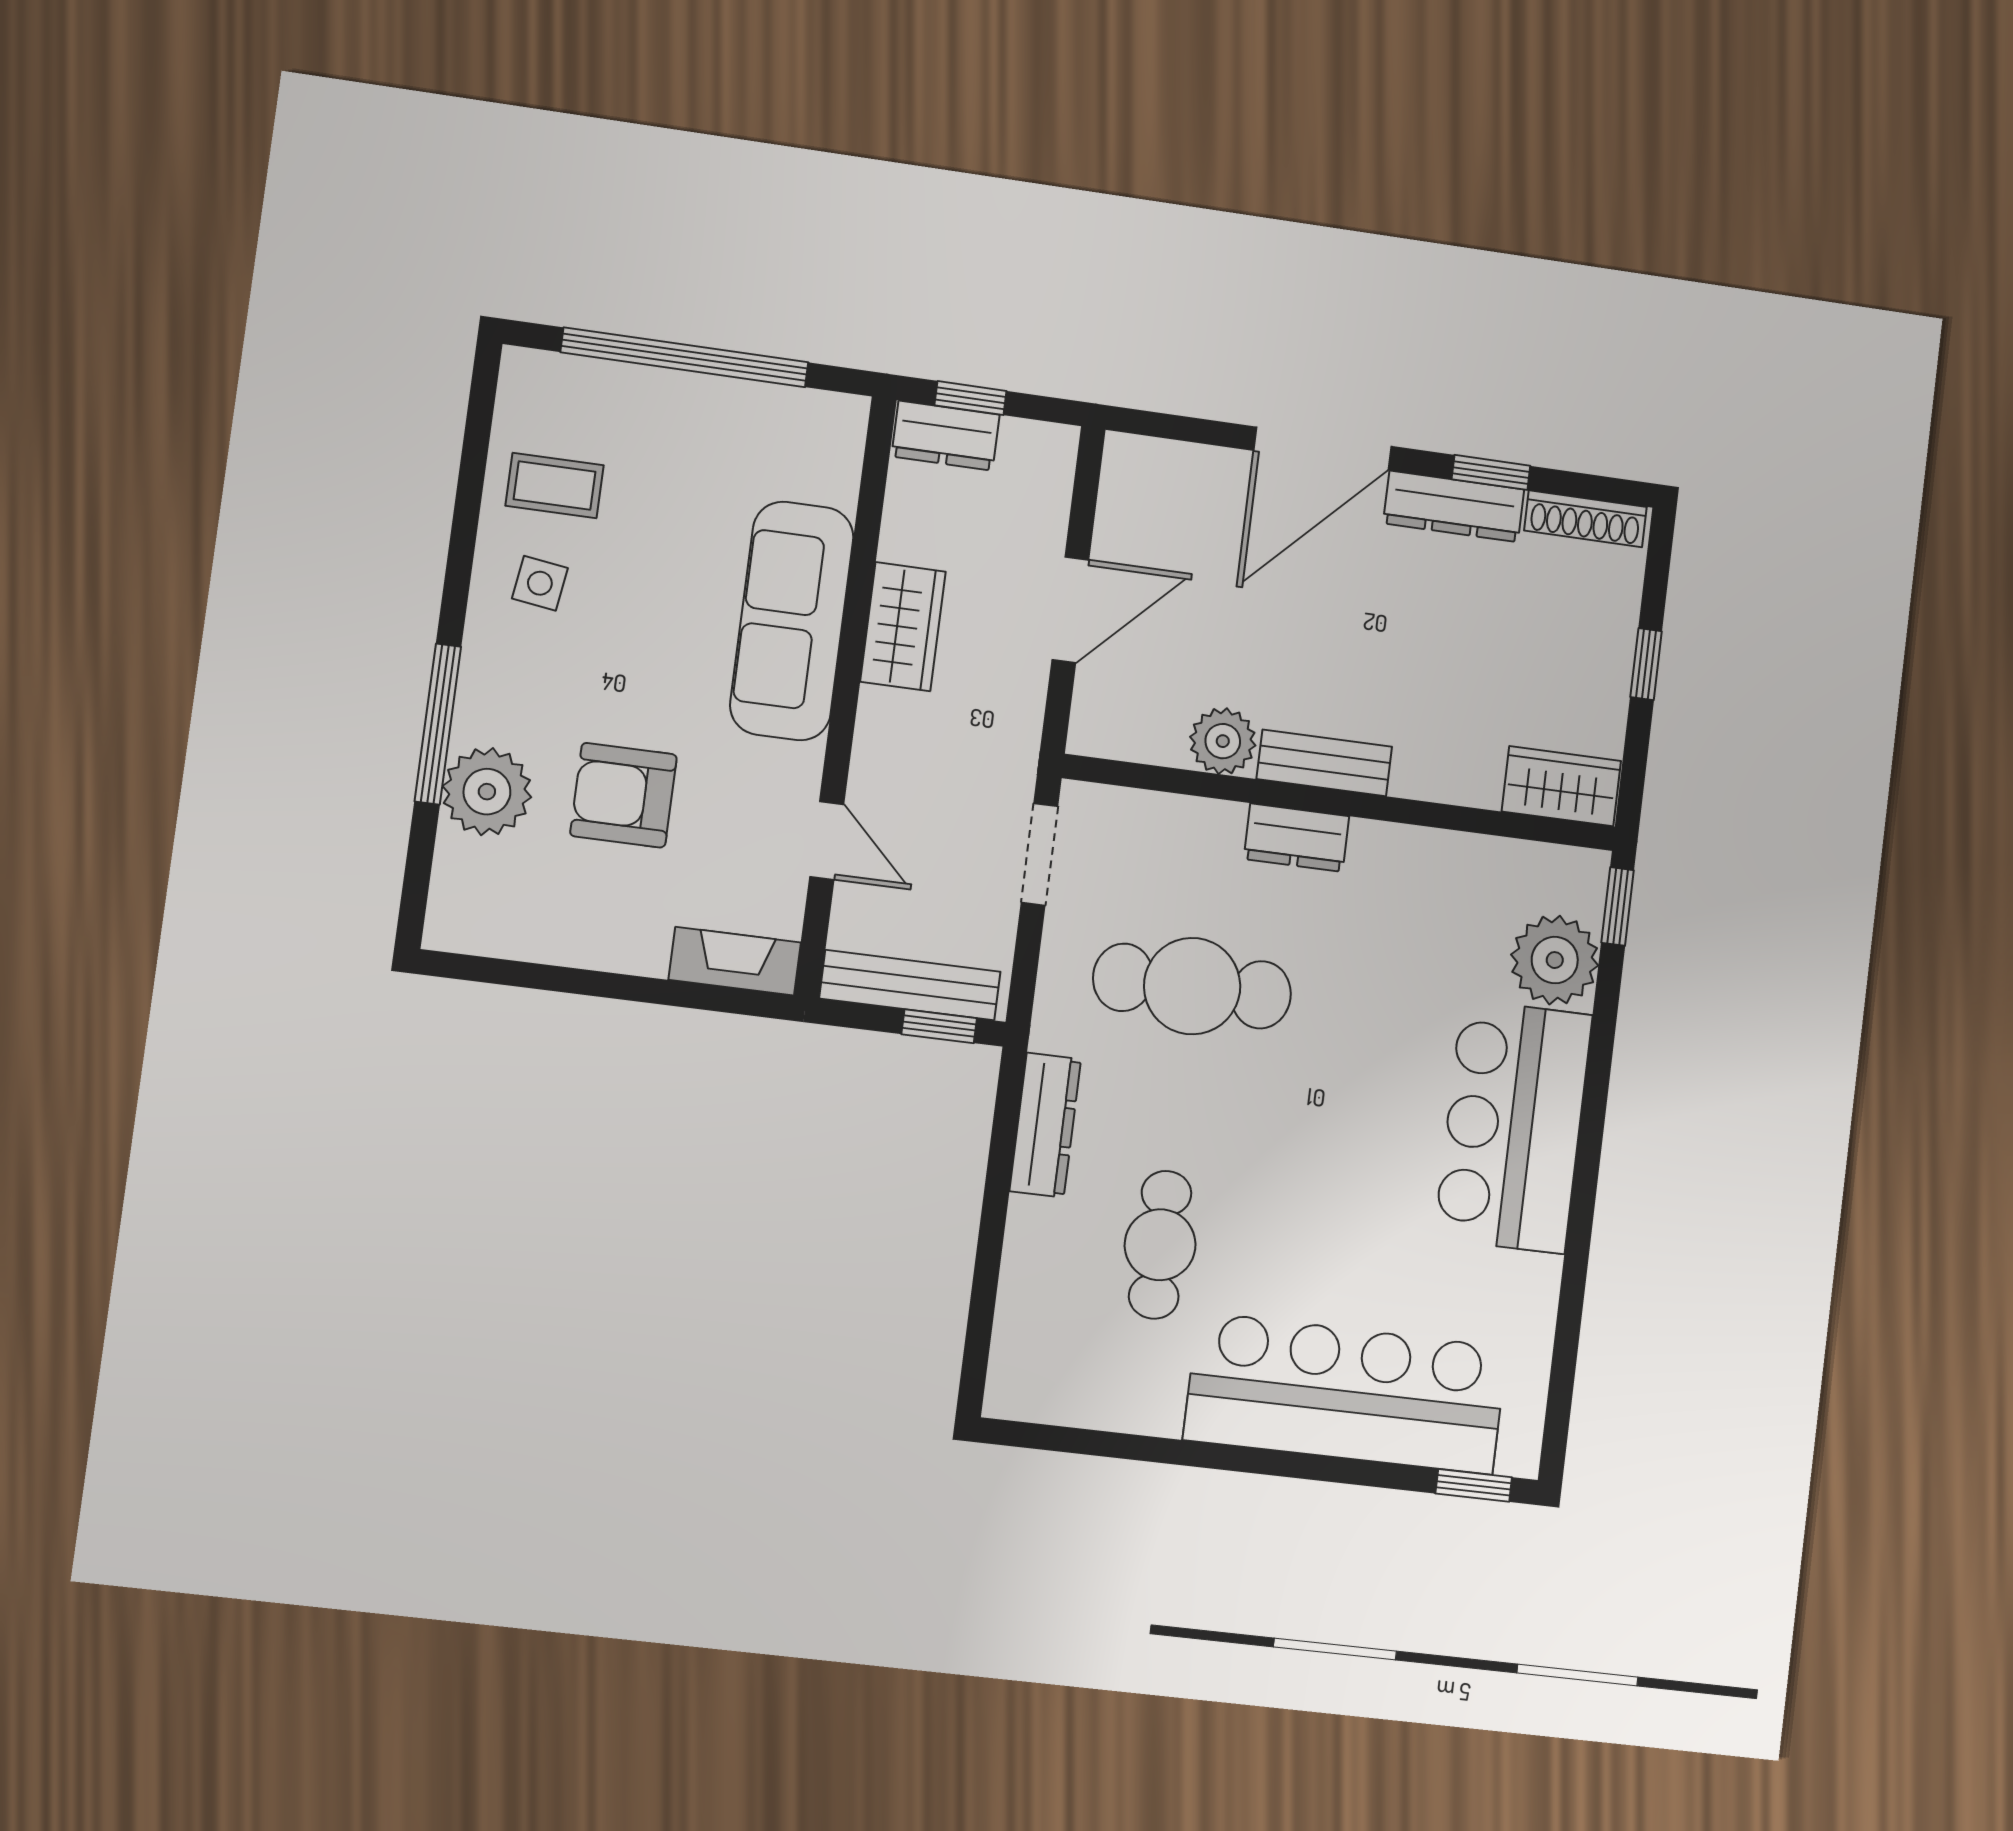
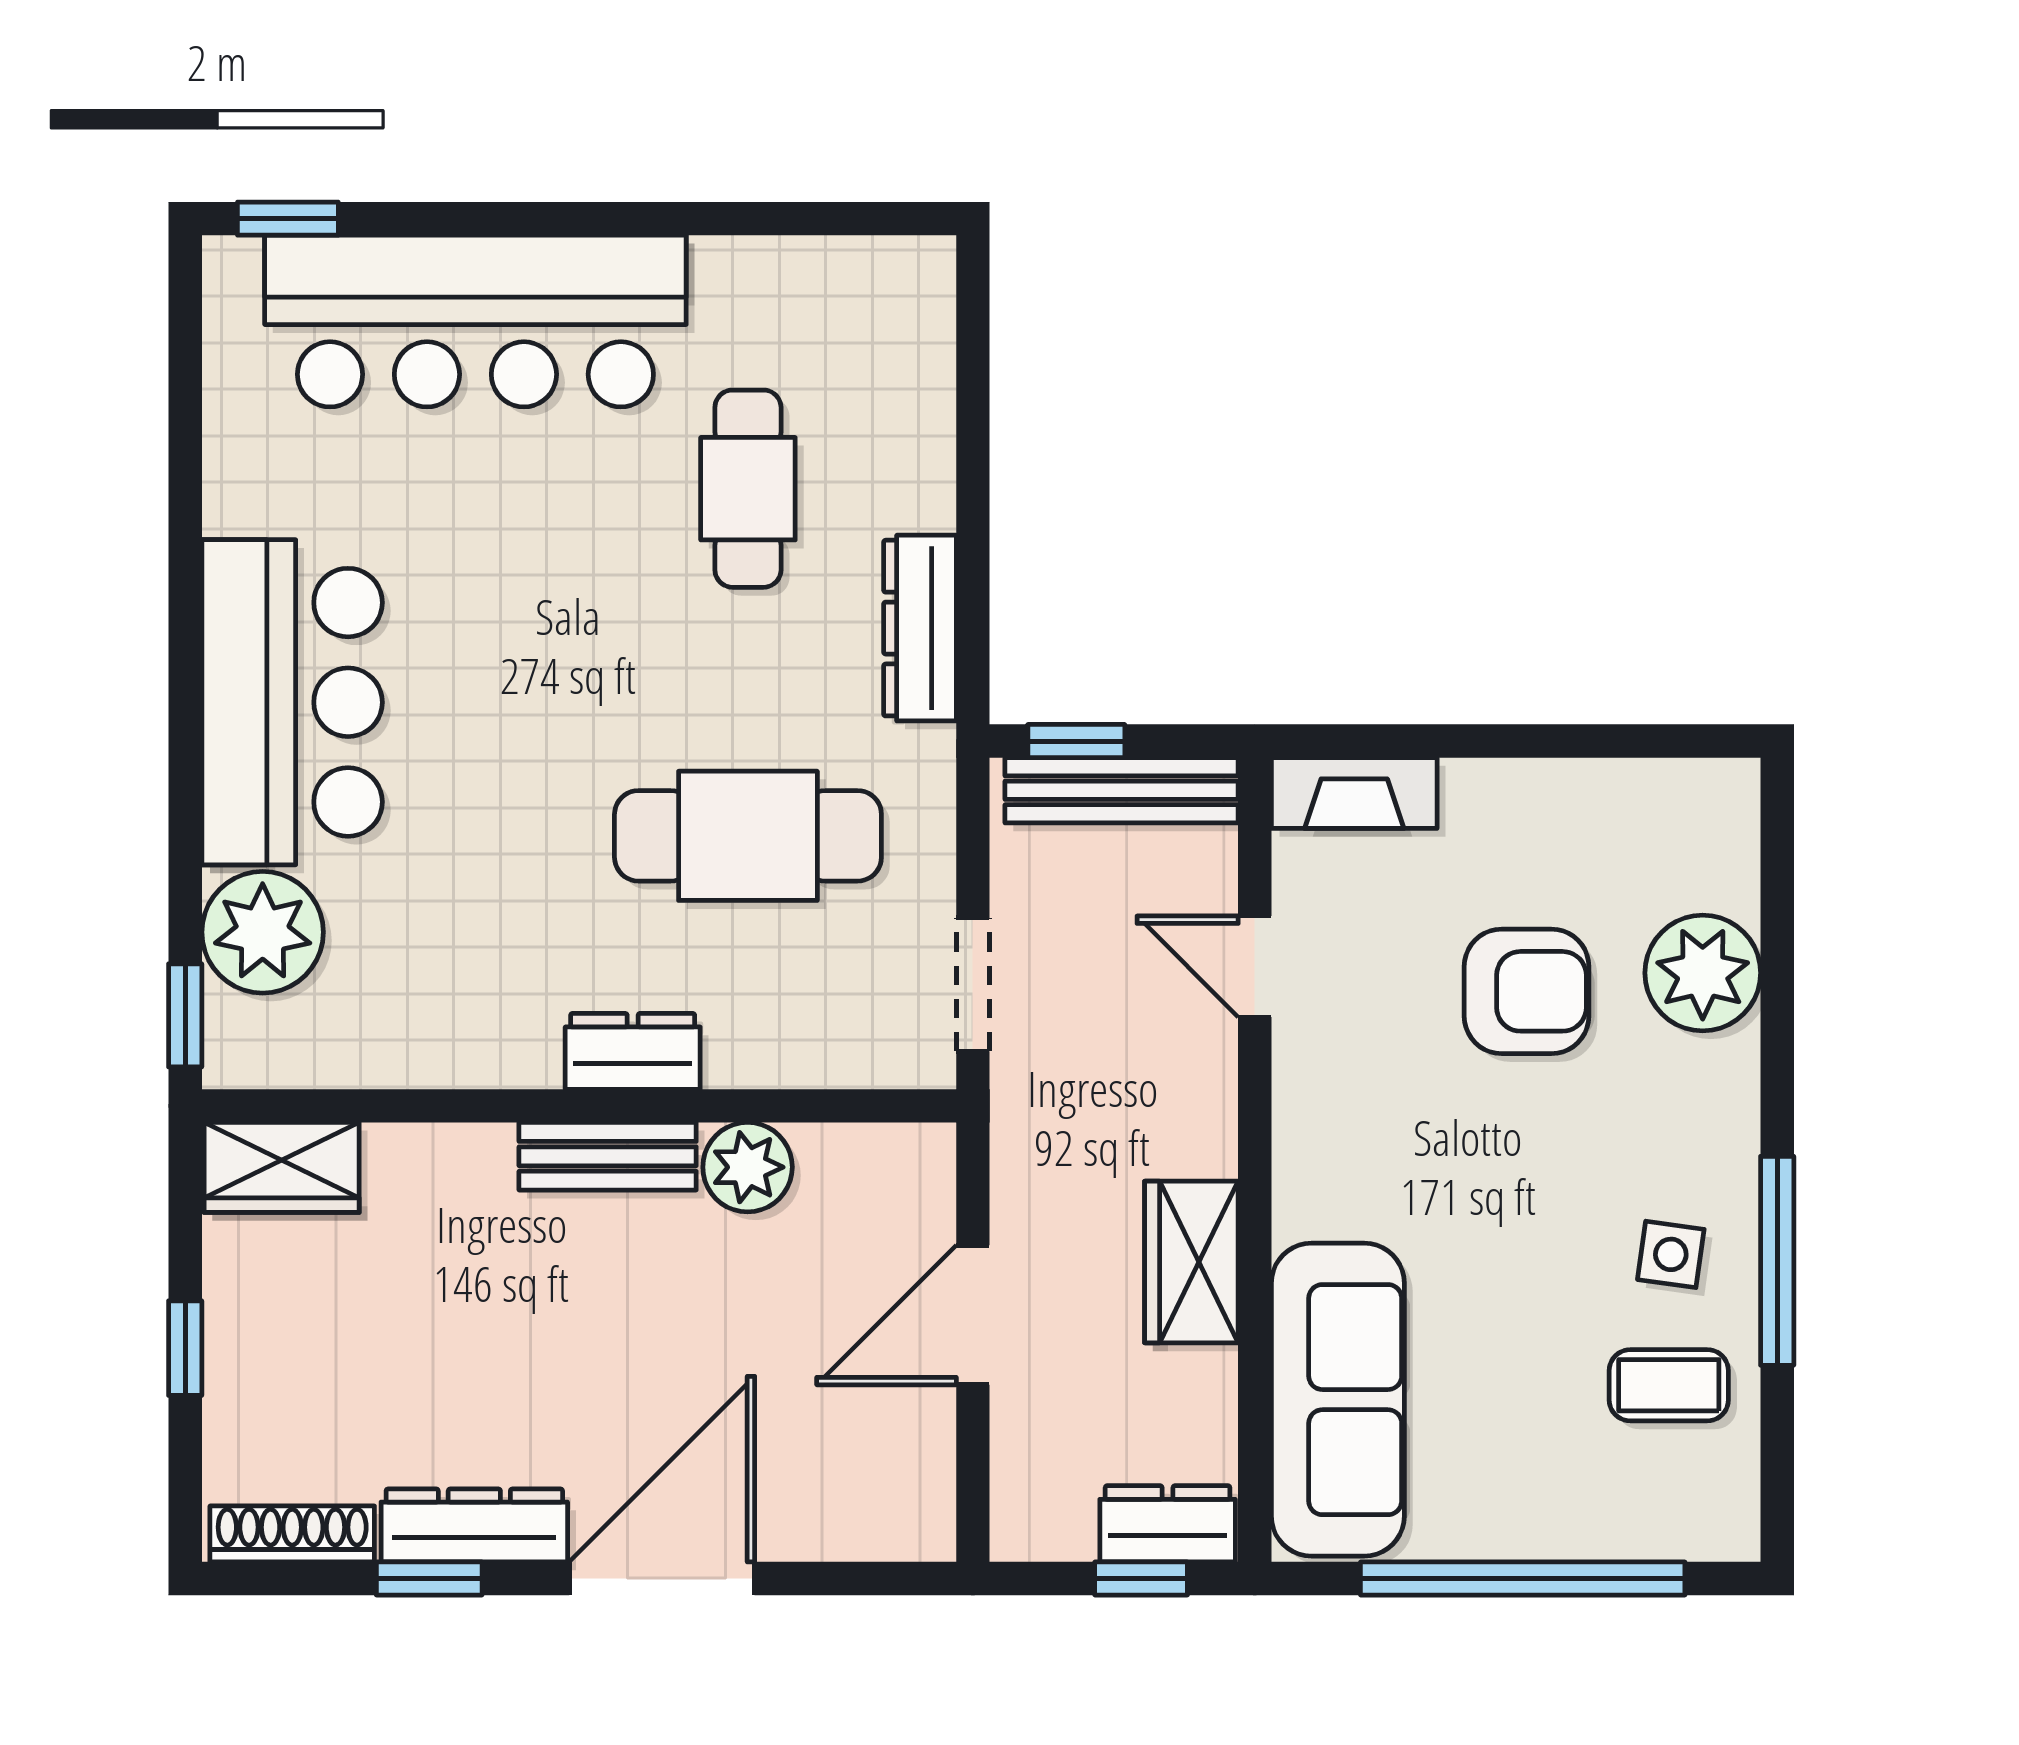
sofa: (792, 621) -> (1338, 1400), moved
window: (438, 724) -> (1777, 1261), moved

